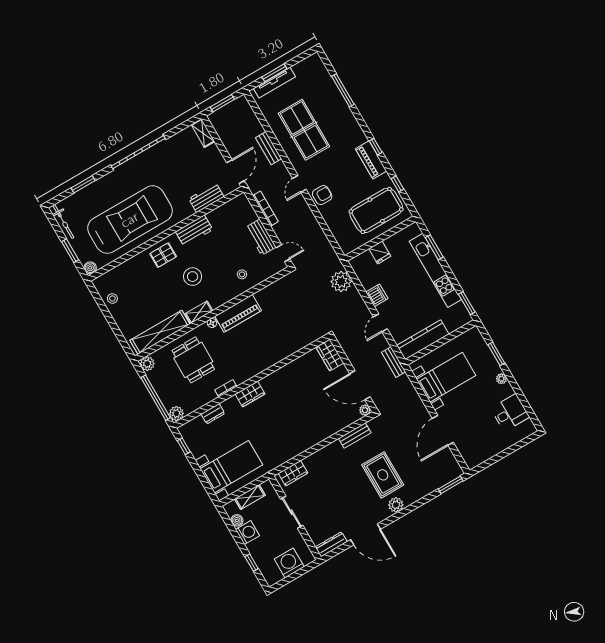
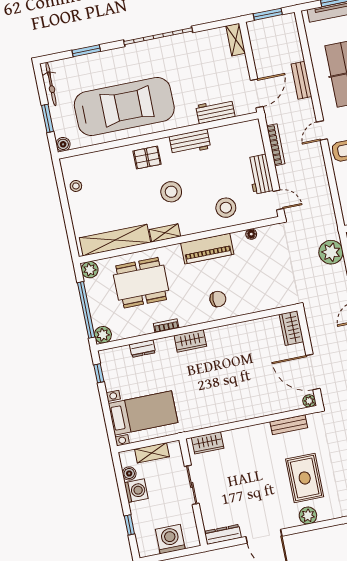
stool: (242, 274) -> (226, 208), width x1.89, depth x1.89
floor lamp: (212, 323) -> (251, 234), moved
chair: (261, 352) -> (218, 299), added
dining table: (193, 360) -> (141, 283), width x1.38

